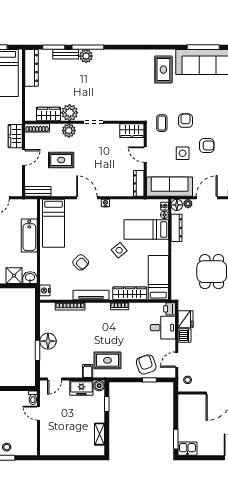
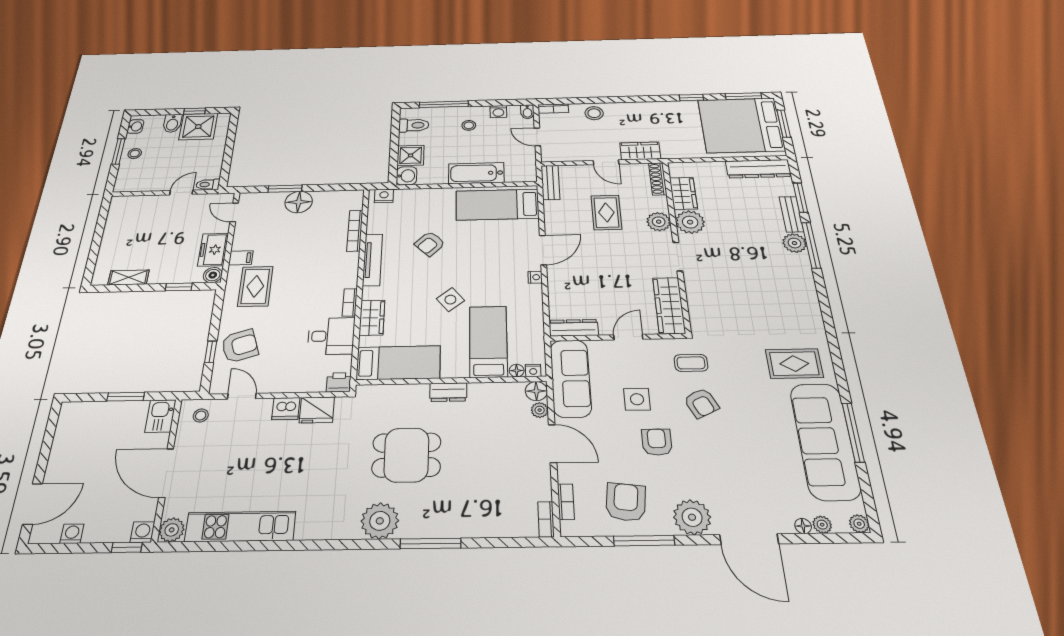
armchair: (185, 121) -> (701, 403), turned 64
wardrobe: (132, 131) -> (669, 305), width x1.50
armchair: (207, 145) -> (657, 442), turned 180
dresser: (177, 228) -> (448, 392), moved, width x0.70
wardrobe: (130, 293) -> (372, 318), width x0.67
desk: (163, 328) -> (331, 336), moved, turned -90
window: (176, 439) -> (126, 397), moved
kitchen sink: (187, 449) -> (160, 416), moved, turned 180

